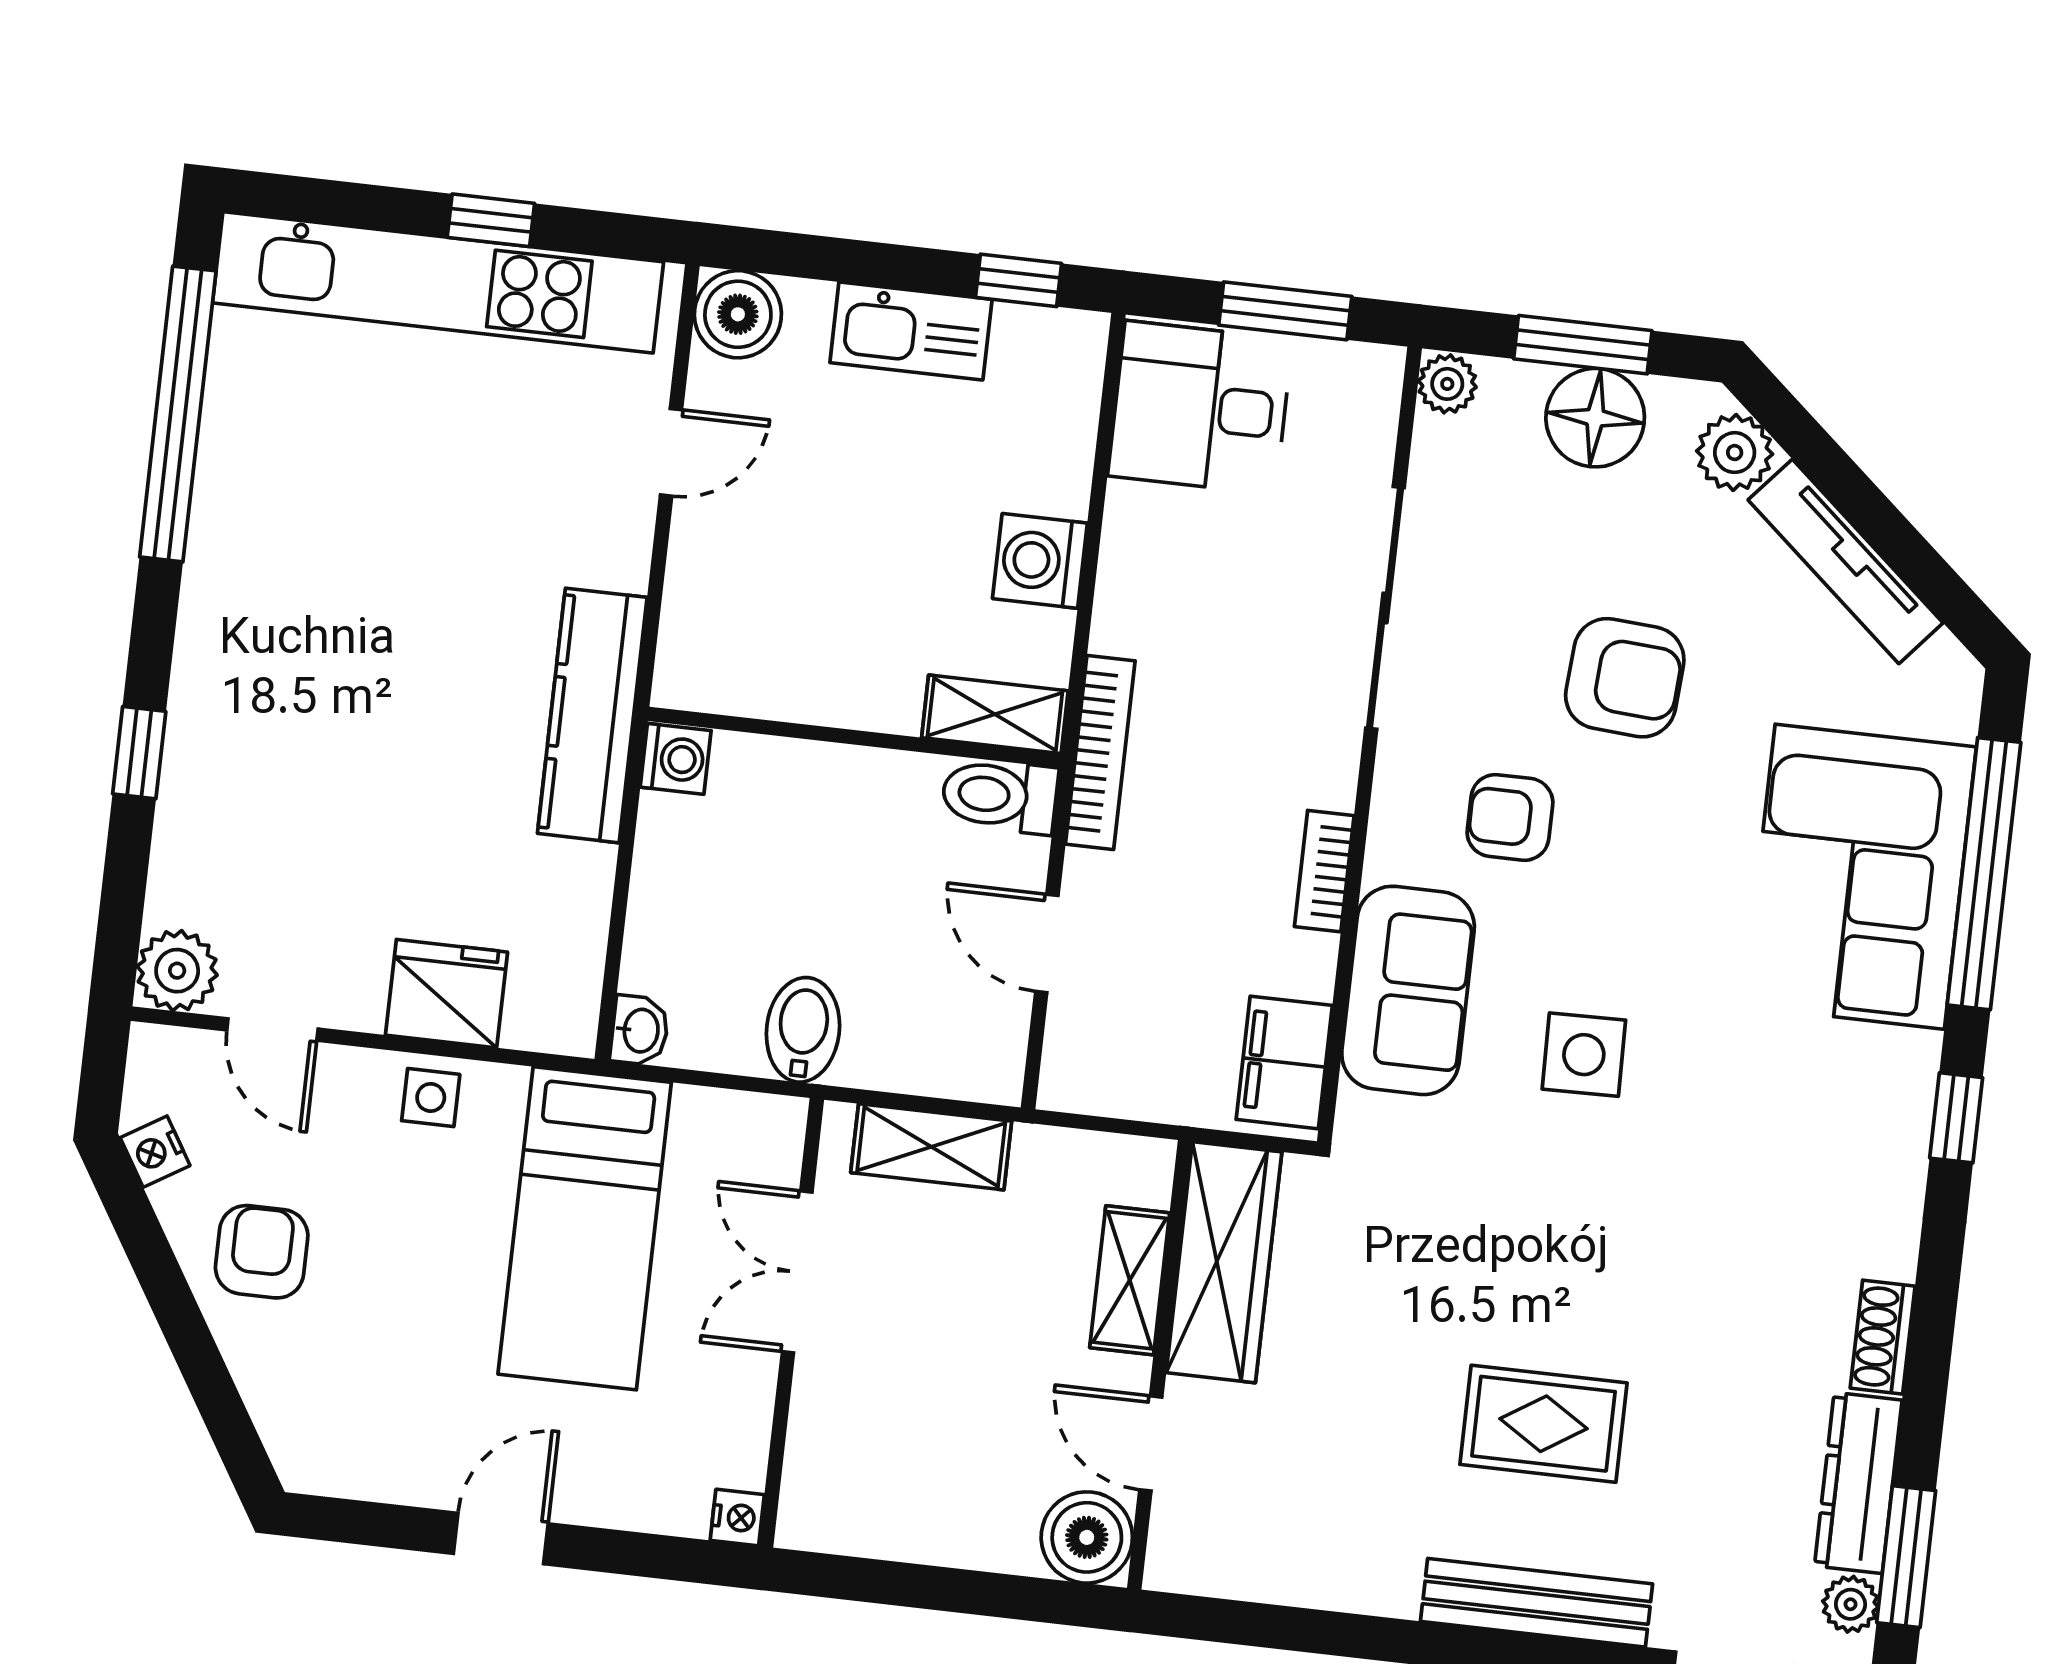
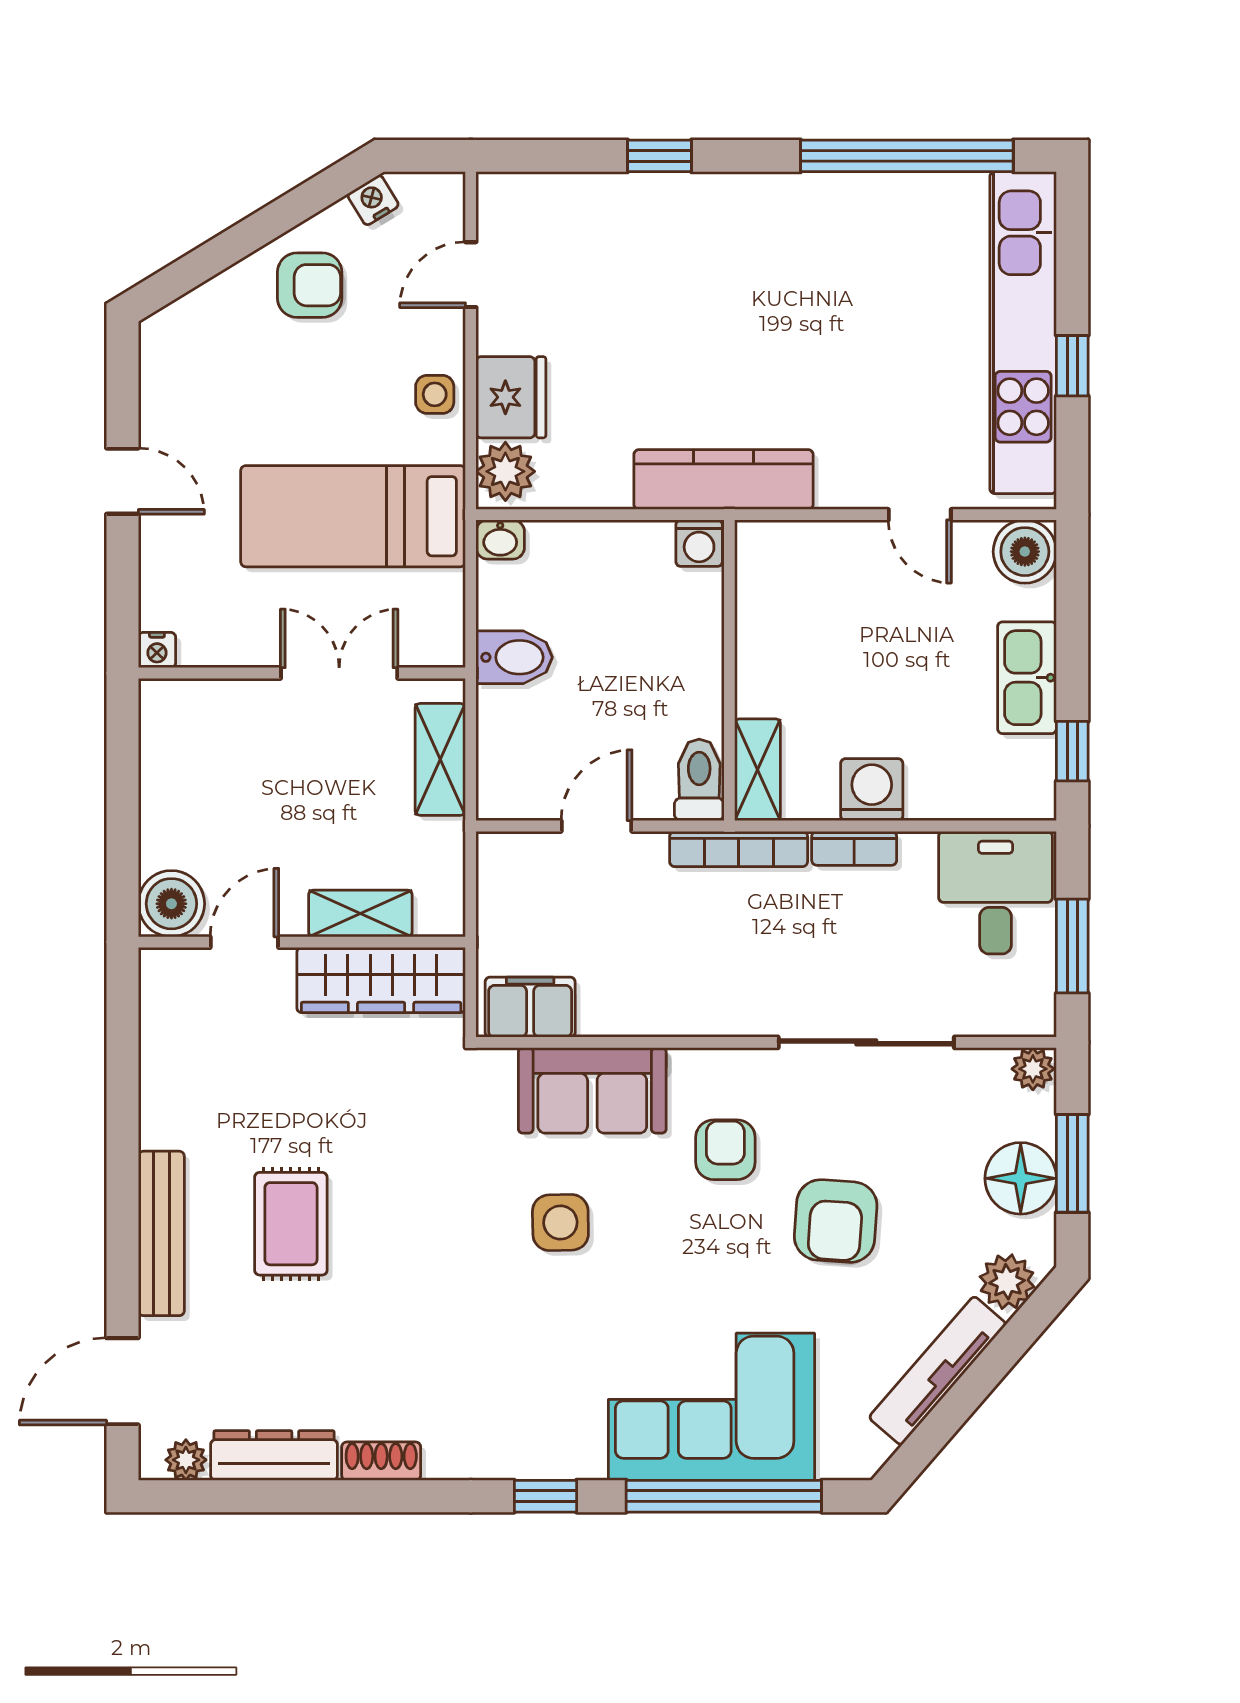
bookcase: (1324, 871) -> (854, 848), moved, turned 180
plant: (177, 971) -> (505, 471), moved
window: (1906, 1557) -> (225, 1496), removed

